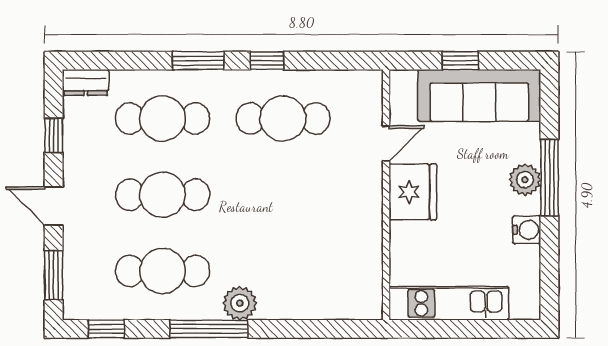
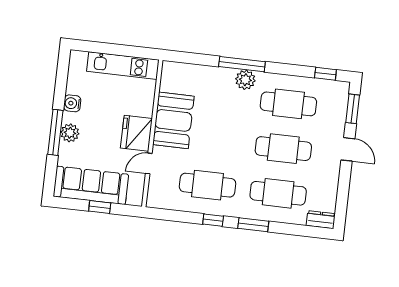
window: (54, 135) -> (343, 191), removed
booth: (353, 221) -> (173, 120), added
window: (209, 329) -> (242, 64), moved

